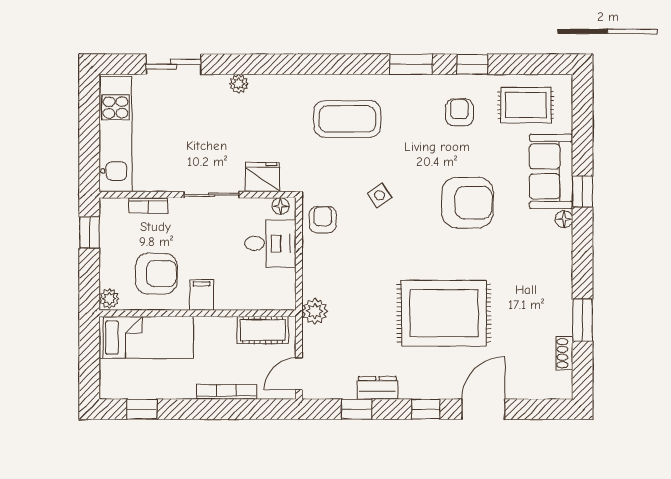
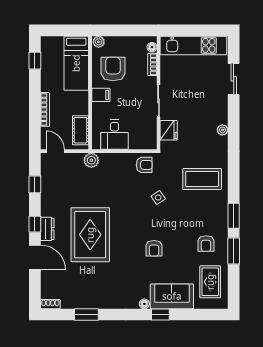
window: (472, 64) -> (234, 251), width x1.50
plant: (239, 84) -> (222, 130), moved
armchair: (459, 112) -> (206, 244), turned 90
coffee table: (347, 119) -> (202, 179), turned 90
armchair: (467, 203) -> (154, 248), width x0.53, depth x0.53
floor lamp: (281, 206) -> (152, 47), moved
window: (89, 232) -> (137, 30), removed
desk: (270, 243) -> (115, 135), moved
armchair: (156, 274) -> (113, 69), turned 180
shoe rack: (564, 353) -> (50, 304), moved
dresser: (377, 388) -> (47, 229), moved

